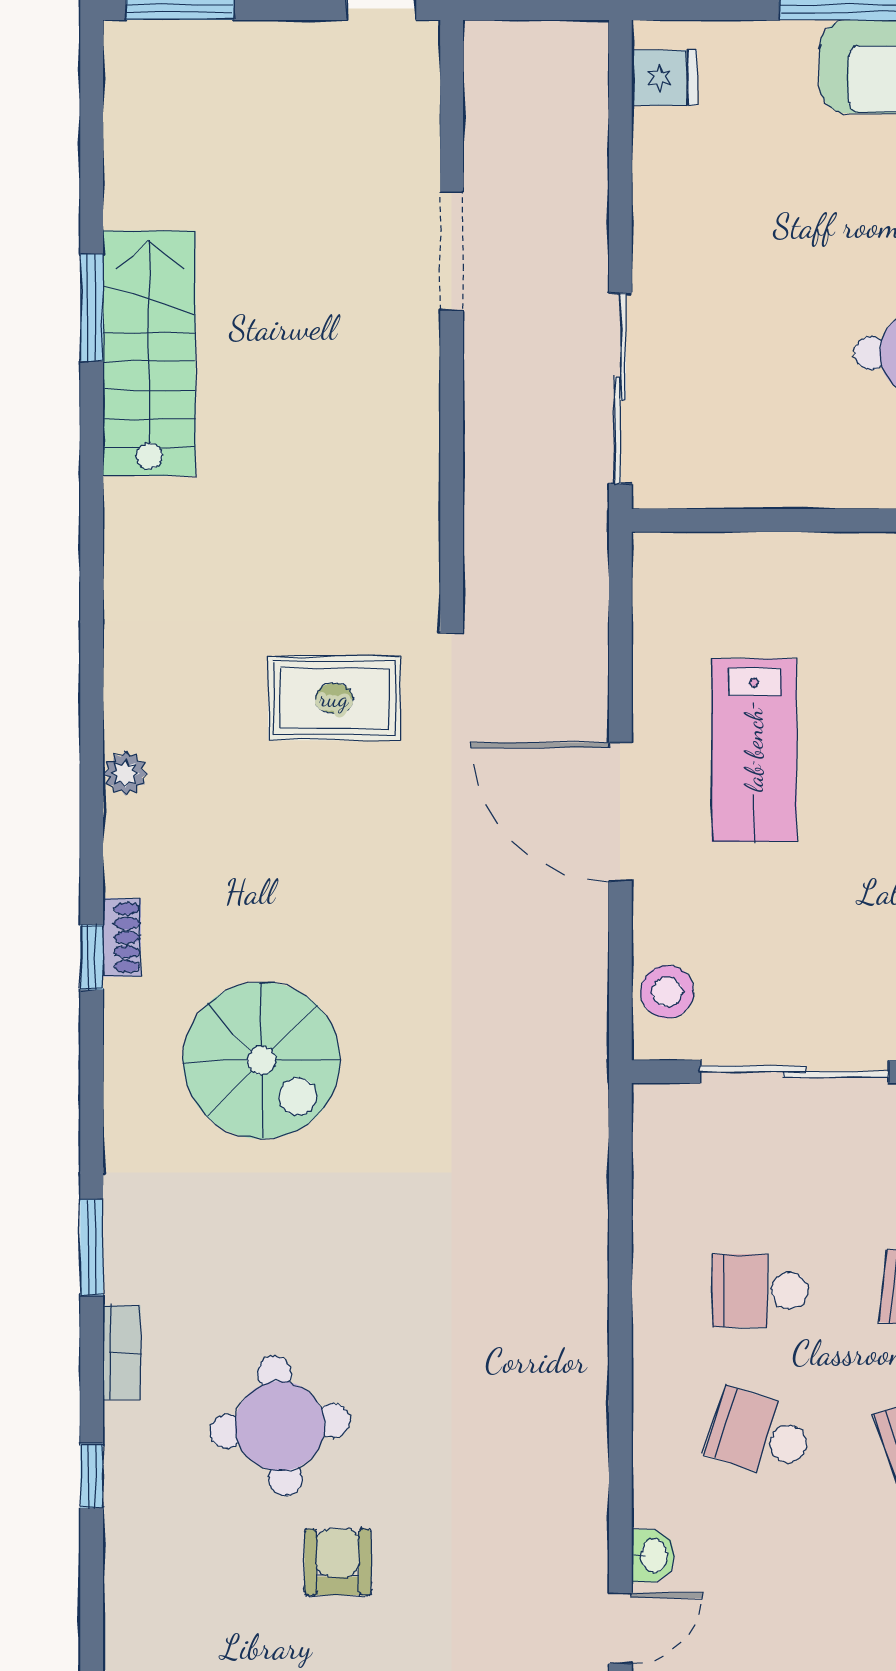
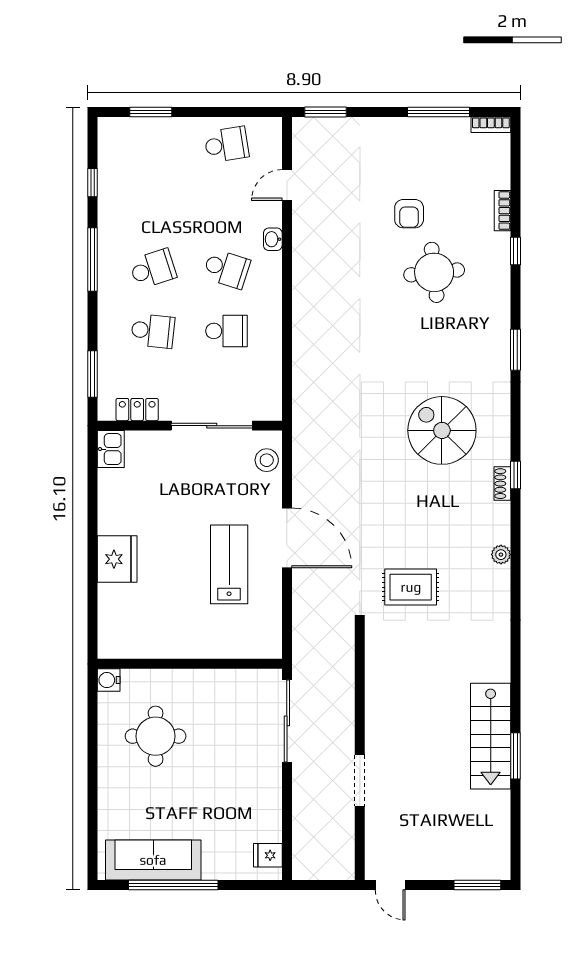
bookcase: (122, 1352) -> (502, 211), moved
washbasin: (653, 1556) -> (273, 239), moved

